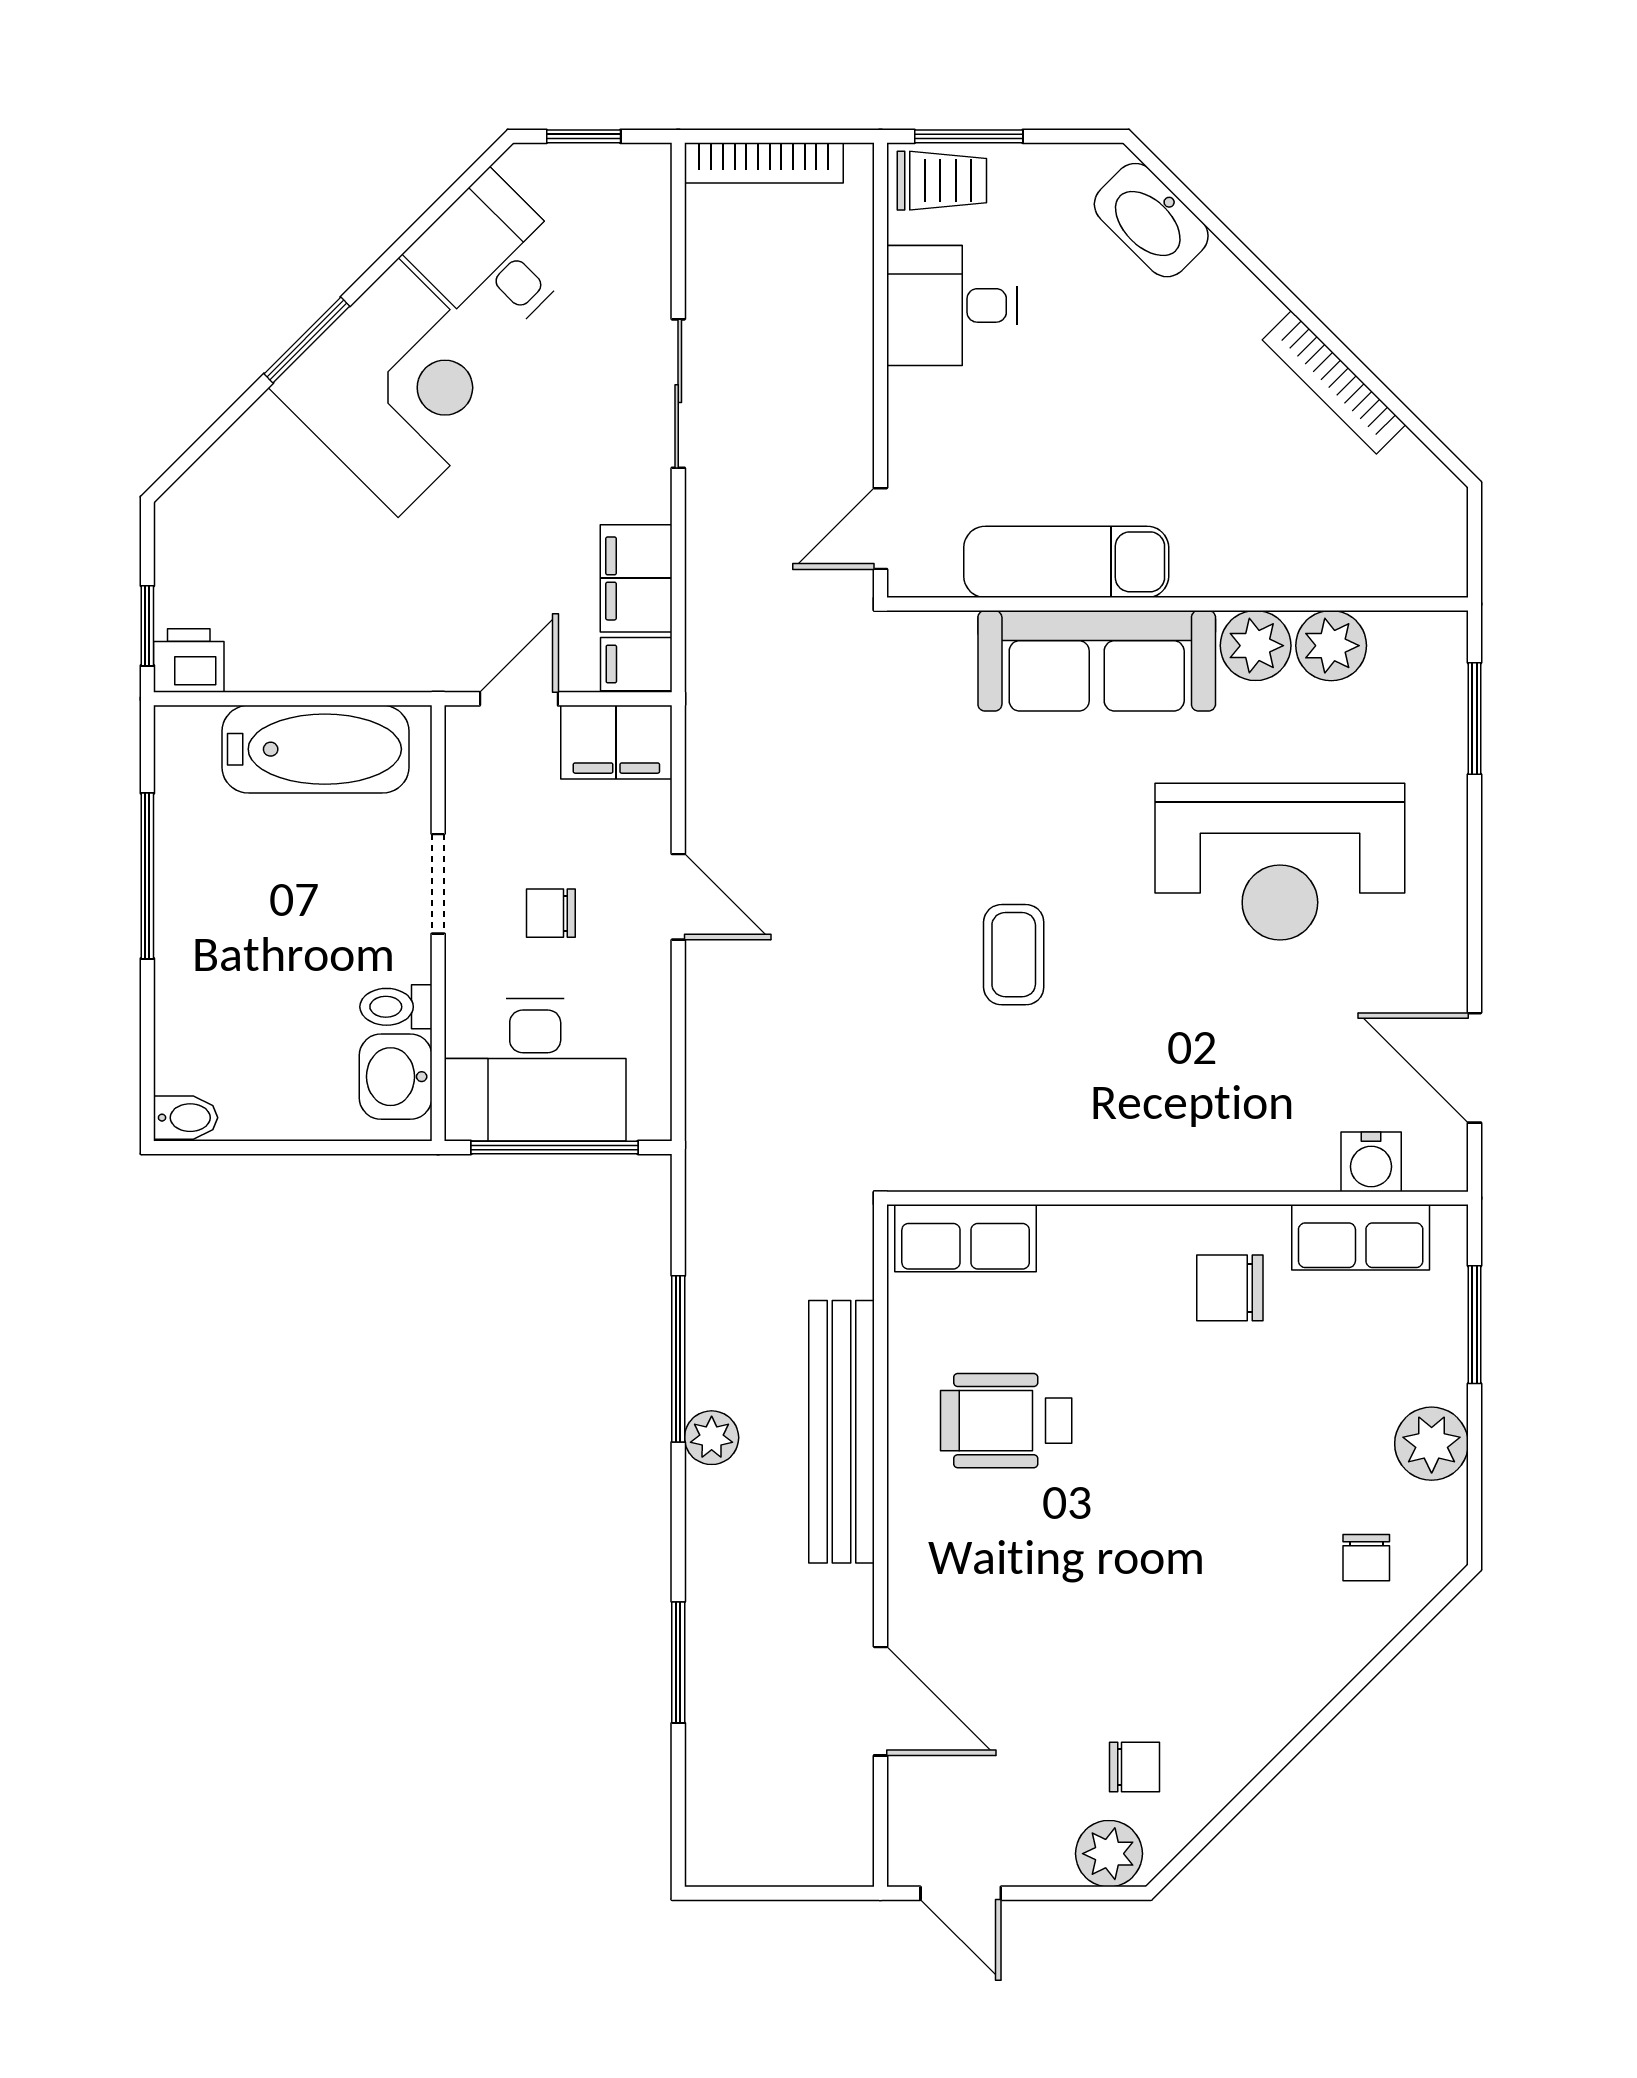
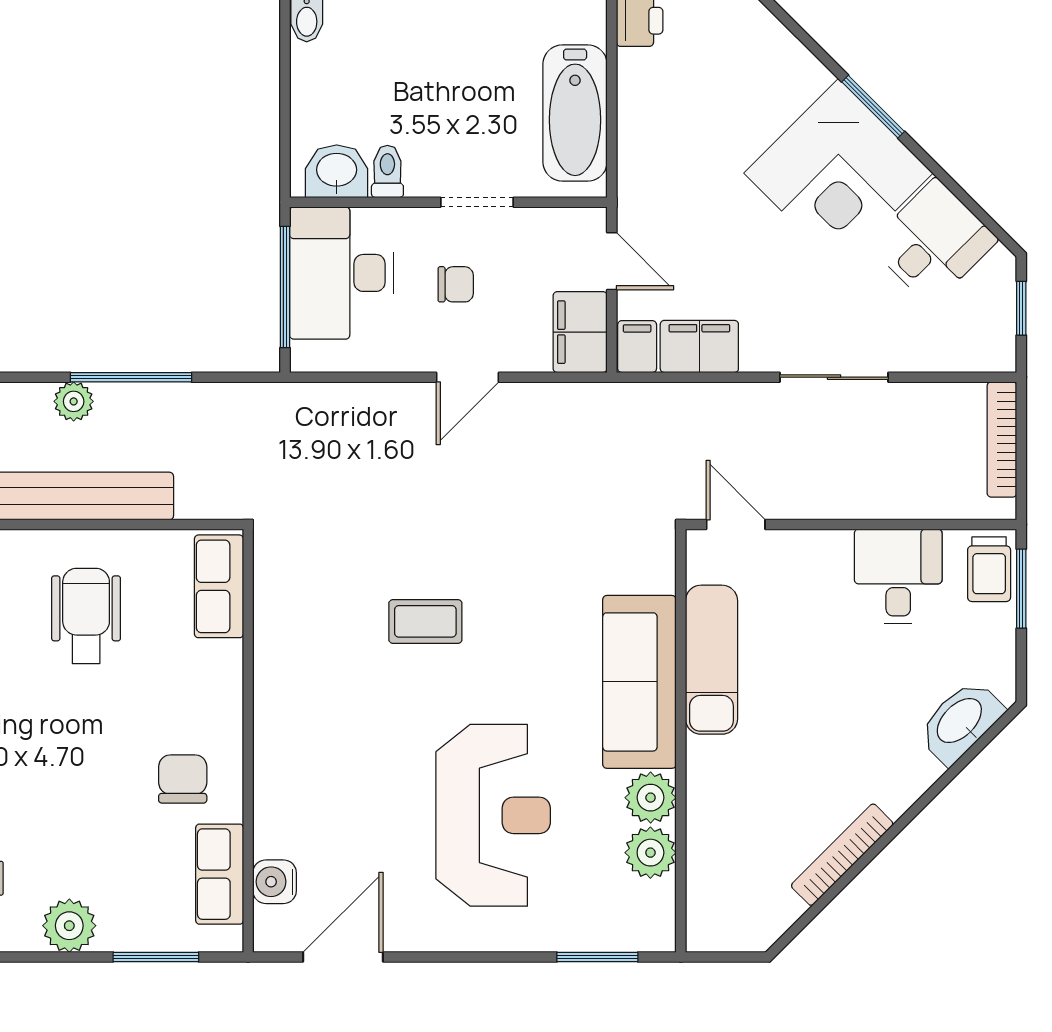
reception desk: (1280, 862) -> (493, 815), turned 180
chair: (551, 913) -> (456, 284), turned 90

